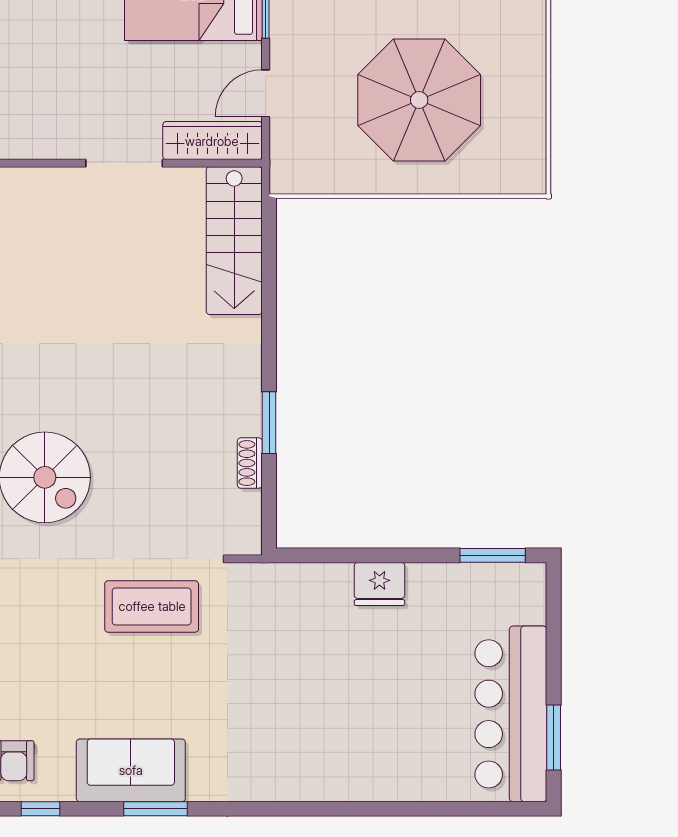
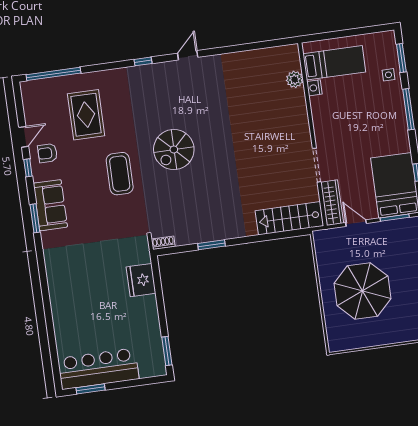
shoe rack: (250, 463) -> (163, 243), moved
fridge: (379, 584) -> (141, 280), moved, width x1.36, depth x1.34
coffee table: (152, 606) -> (120, 174), moved

